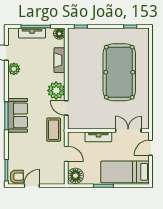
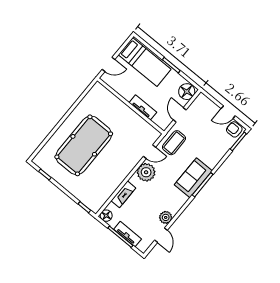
door: (66, 108) -> (149, 152), hinge flipped
double door: (128, 130) -> (115, 93), removed

